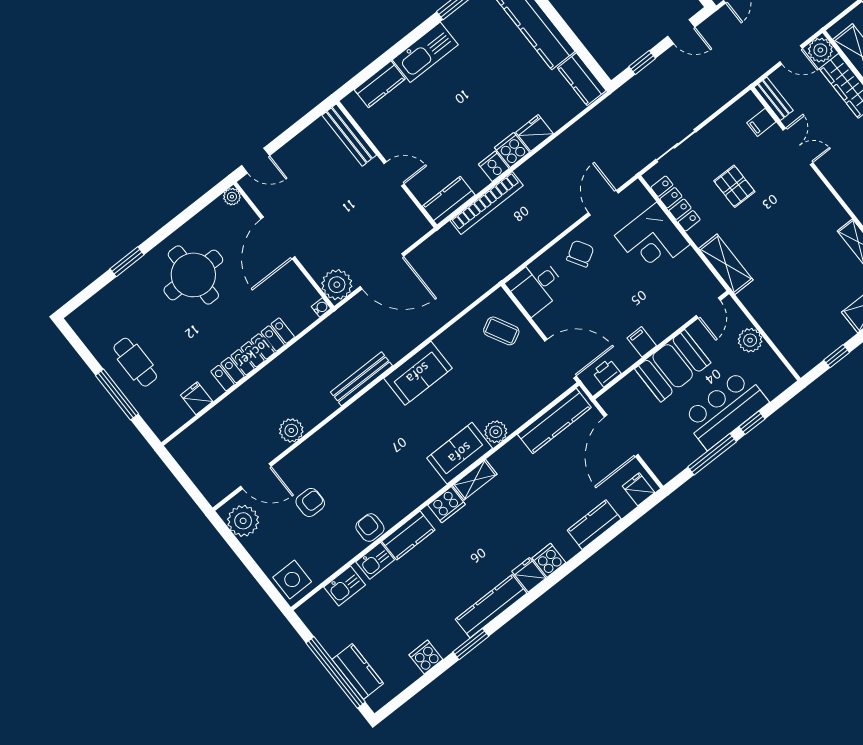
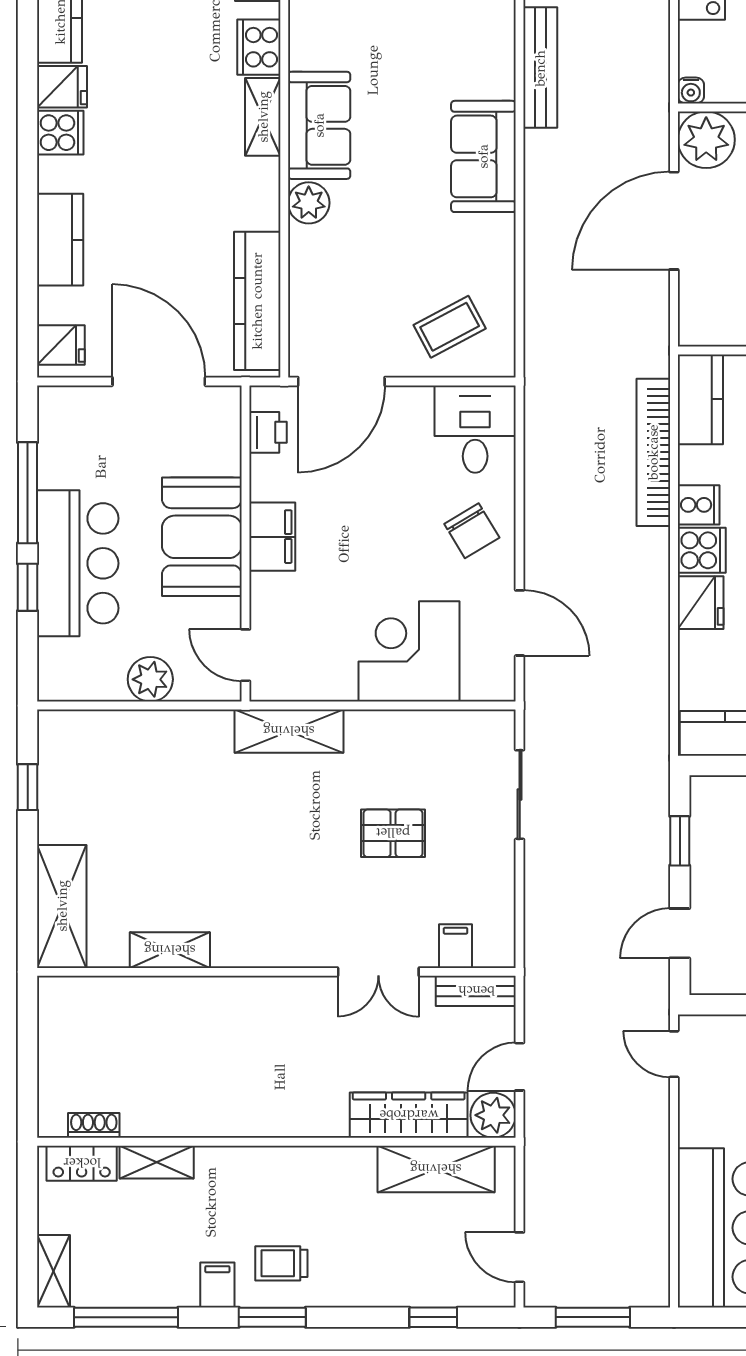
locker: (676, 203) -> (436, 728), removed
filing cabinet: (642, 342) -> (272, 537), width x2.00

